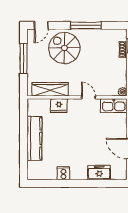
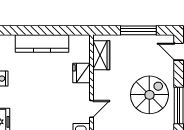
spiral stairs: (64, 48) -> (149, 95), moved
wardrobe: (50, 89) -> (101, 55), width x0.67

